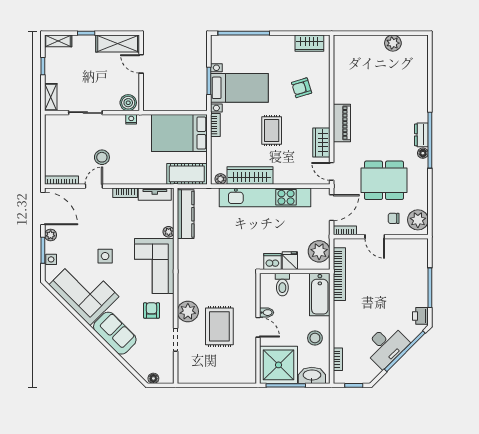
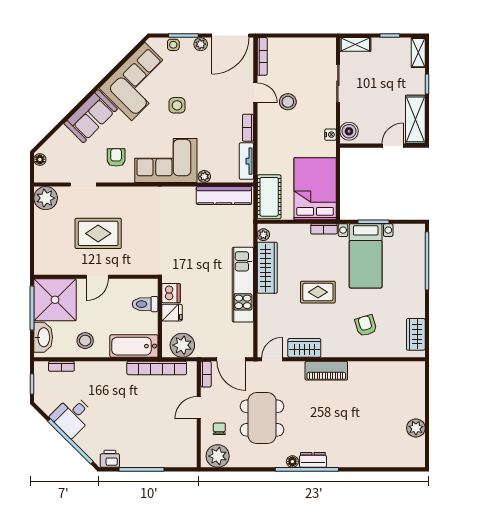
kitchen unit: (265, 197) -> (243, 285), width x0.73
armchair: (152, 310) -> (116, 157), turned -90
plant: (188, 312) -> (46, 198), moved
bidet: (267, 313) -> (114, 286), removed
desk: (386, 346) -> (72, 416), width x0.73

